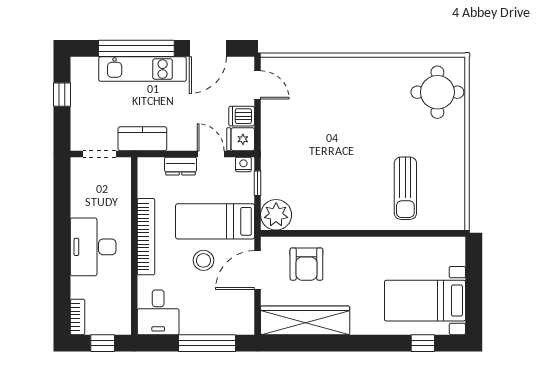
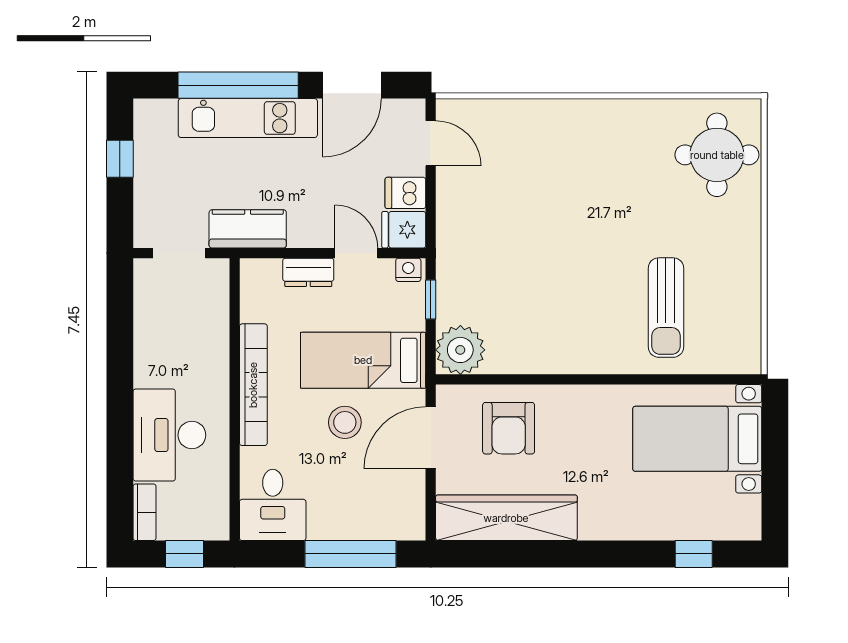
desk: (93, 247) -> (169, 435), moved
bed with nightstands: (425, 301) -> (697, 439), moved

